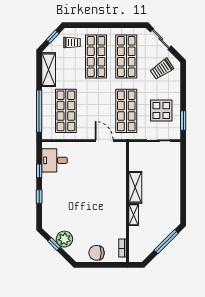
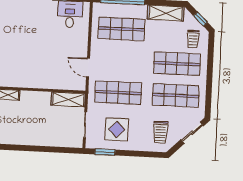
trolley: (162, 69) -> (160, 132), turned -146
door: (104, 141) -> (88, 68), swing flipped
shelving: (135, 187) -> (68, 99), moved

